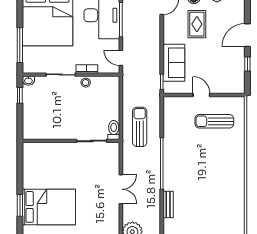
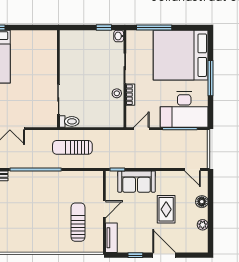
rug: (197, 24) -> (166, 209), moved, turned 90
tv unit: (230, 88) -> (111, 238), added
sun lounger: (140, 127) -> (72, 147), turned 180

